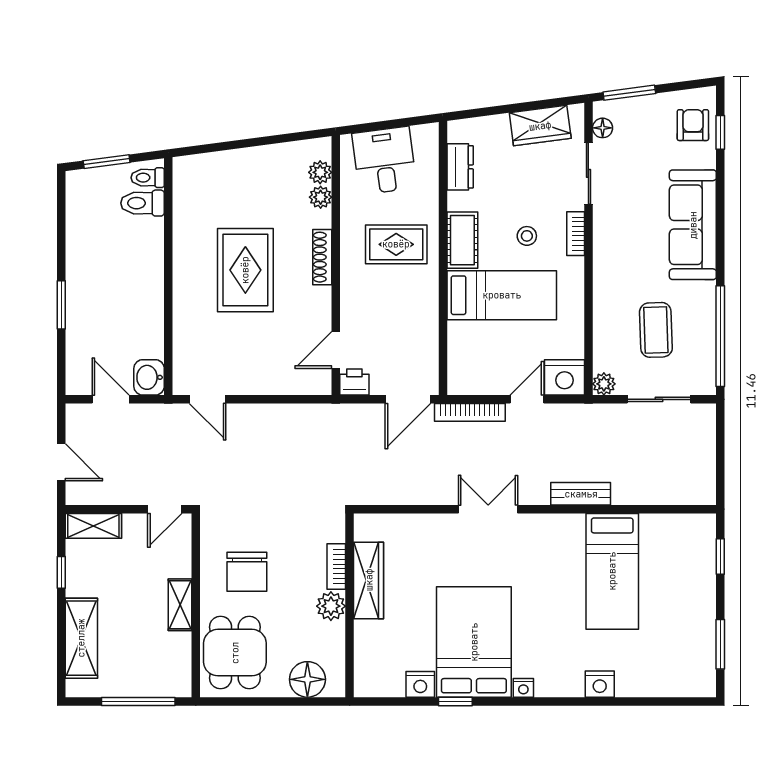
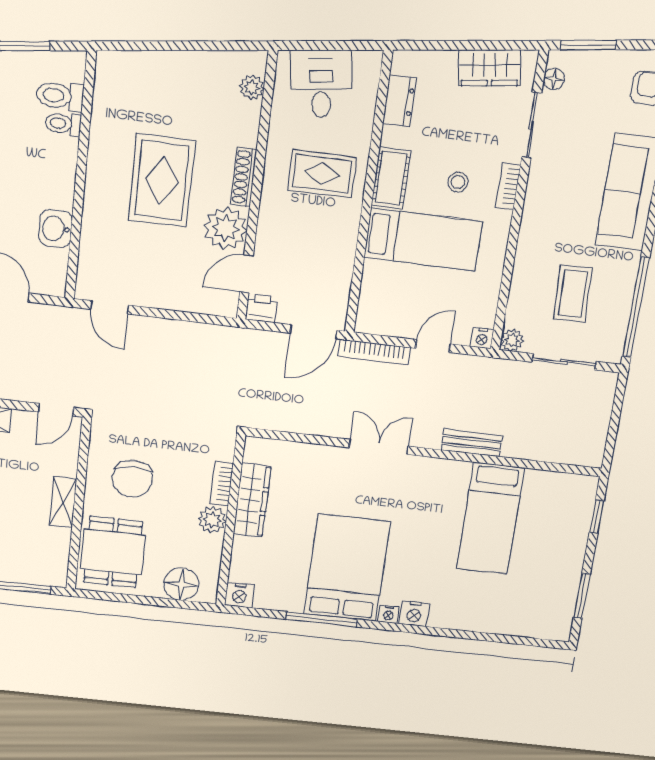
toilet: (148, 178) -> (63, 124), moved
plant: (321, 197) -> (226, 228), moved, width x1.88, depth x1.88
washbasin: (149, 377) -> (55, 229), moved
nightstand: (565, 377) -> (482, 338), width x0.53, depth x0.56
nightstand: (420, 684) -> (239, 595), moved
nightstand: (600, 684) -> (414, 614), moved
window: (455, 701) -> (322, 619), width x2.17

